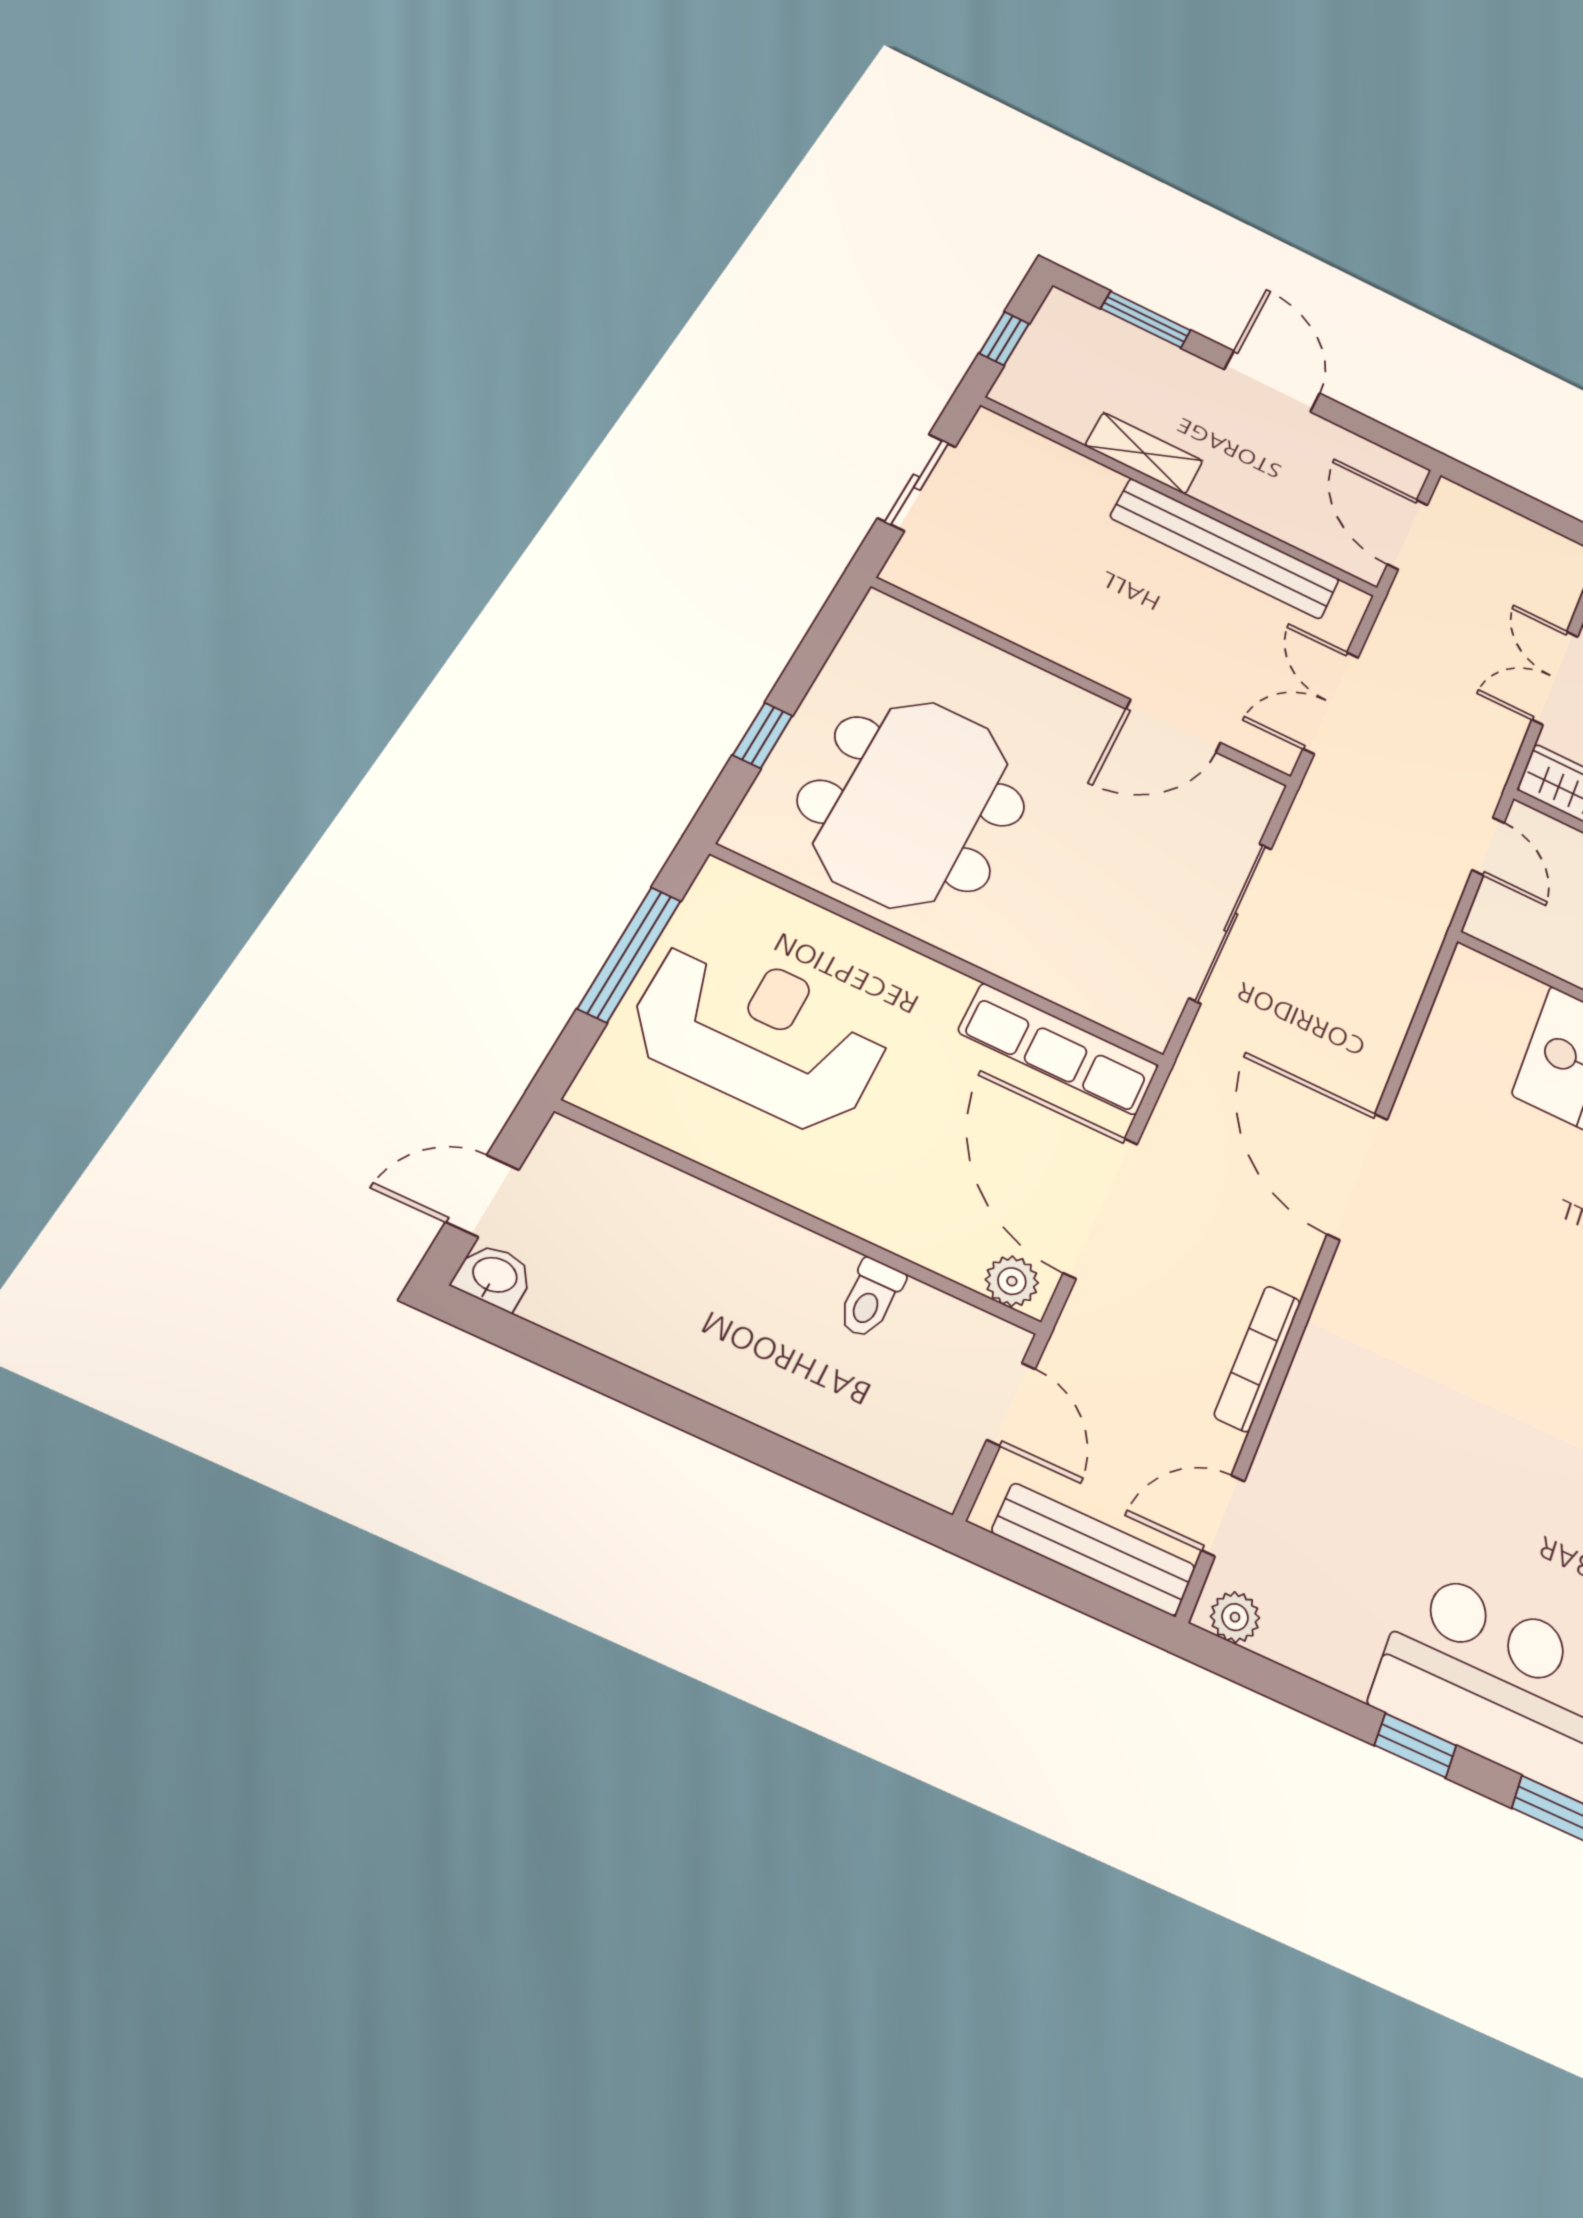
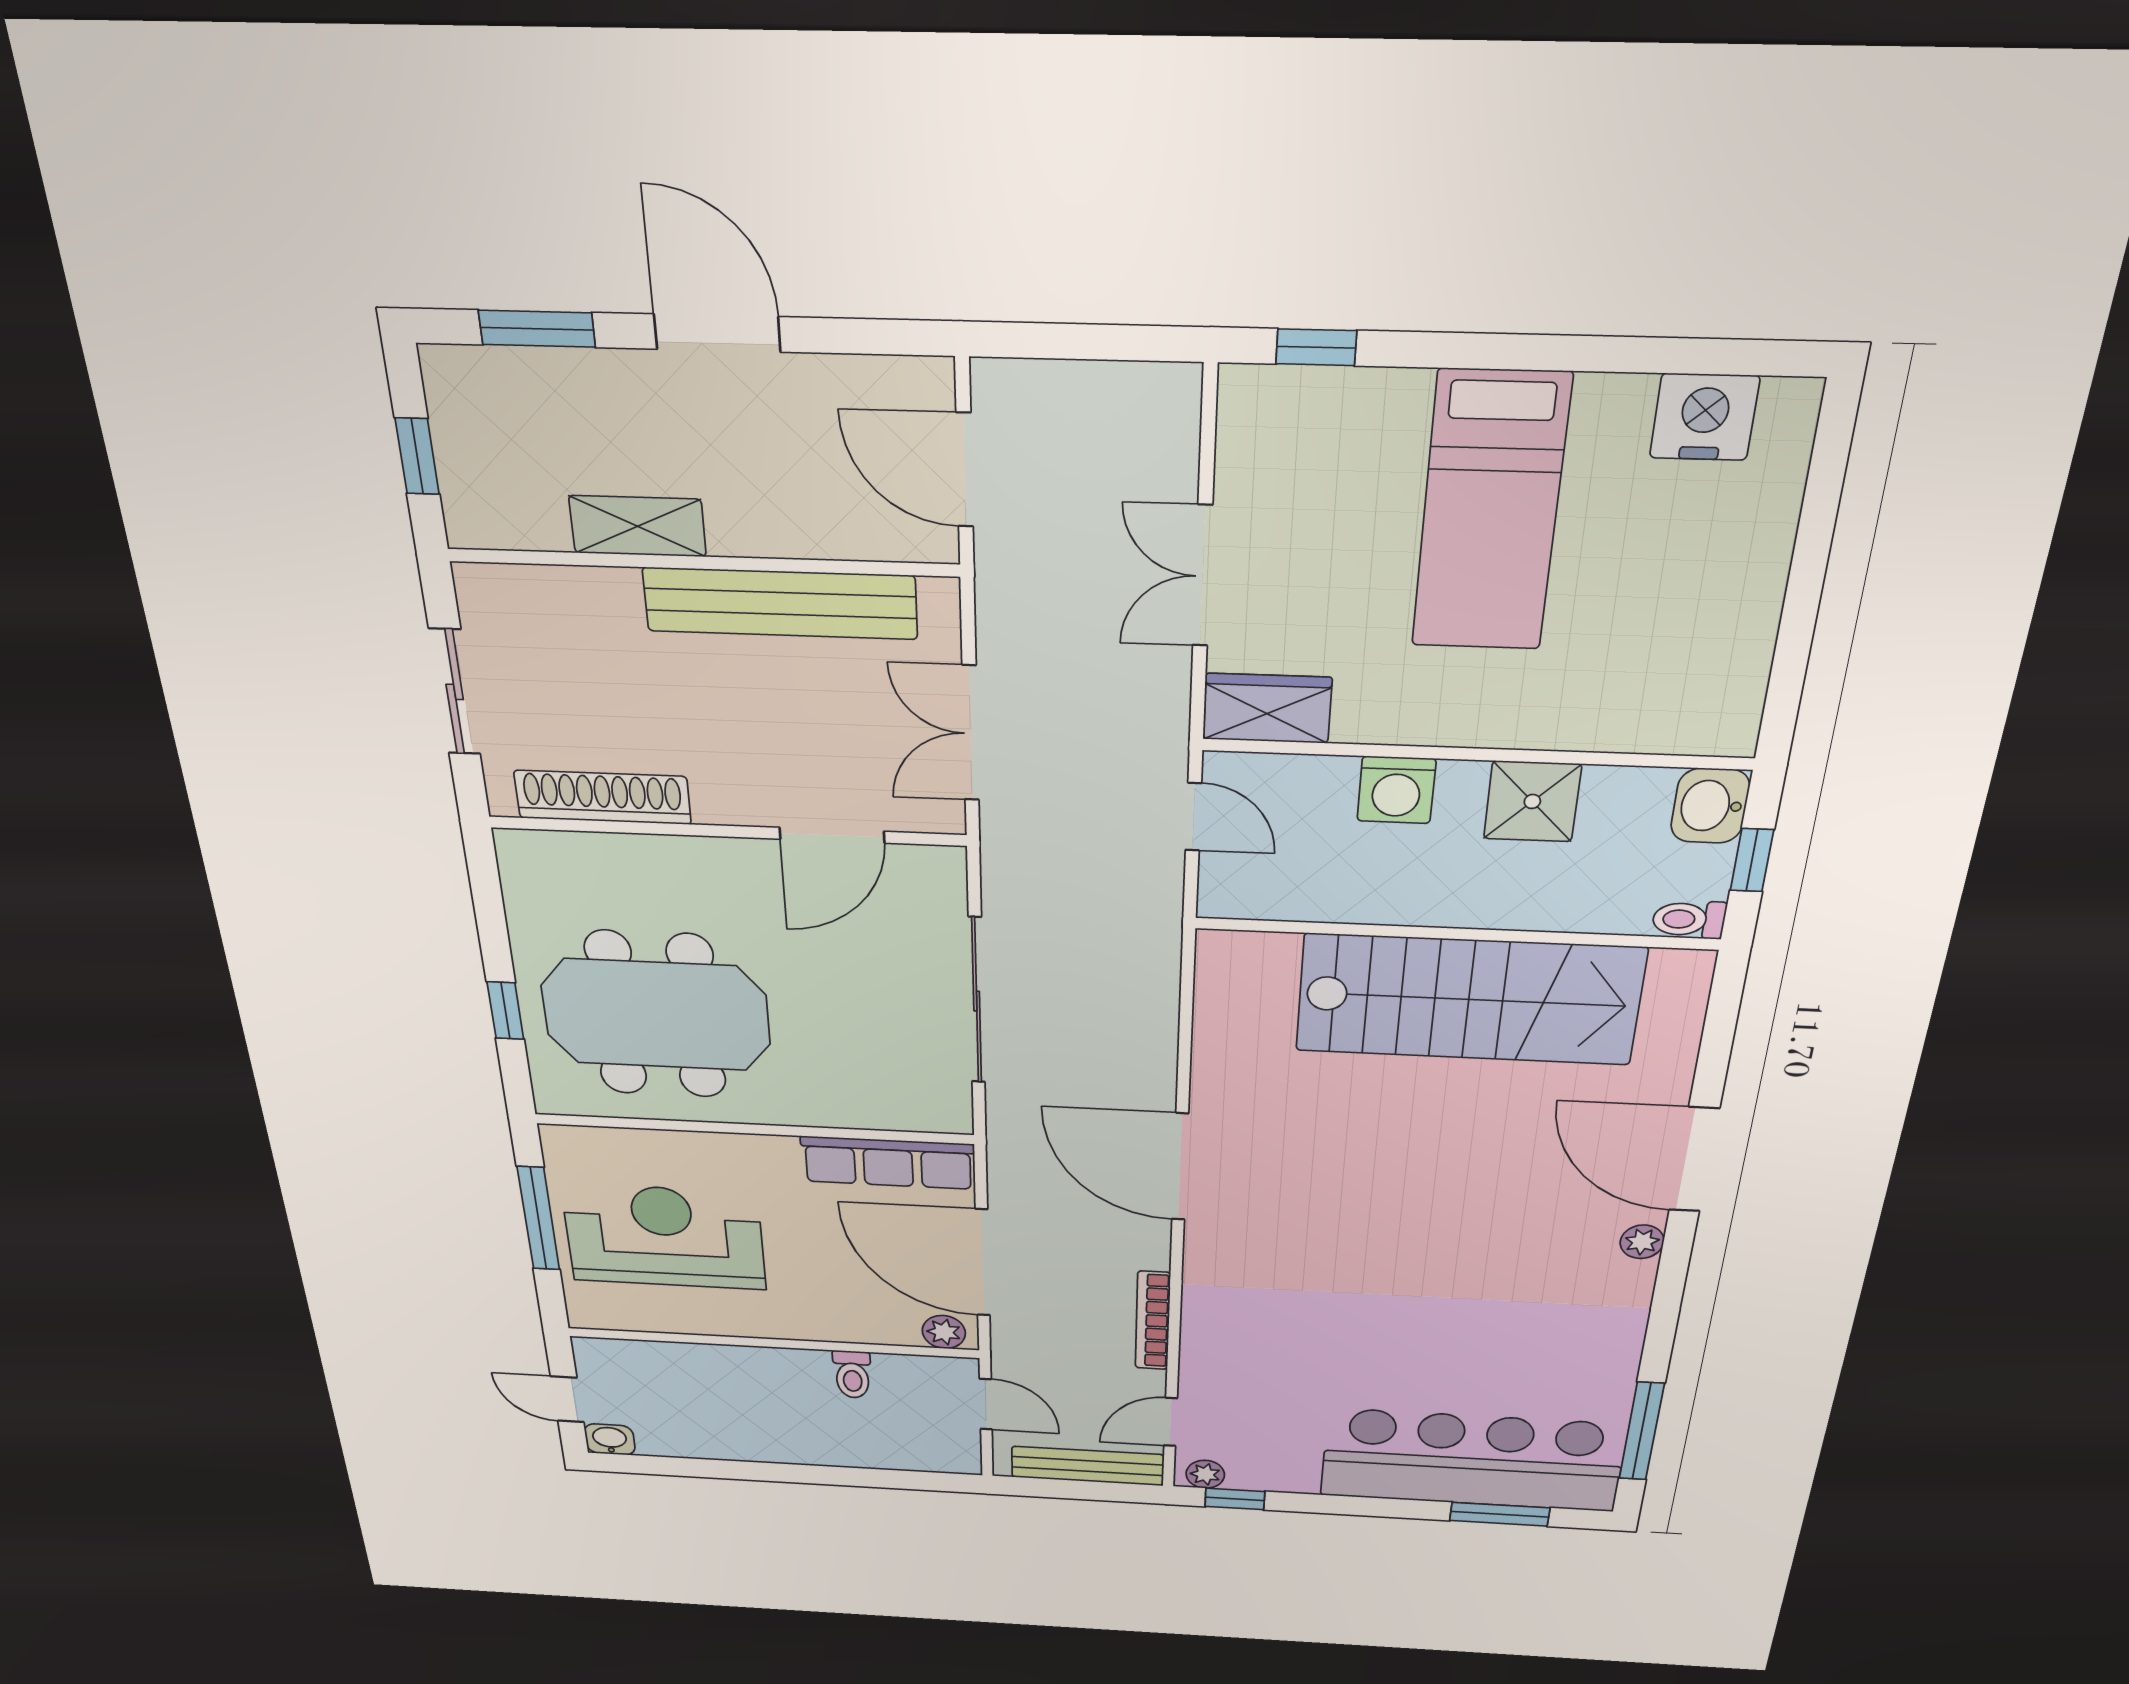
shoe rack: (989, 609) -> (603, 797), added
meeting table: (912, 803) -> (656, 1015), turned 90
door: (483, 1196) -> (567, 1399), hinge flipped
window: (1415, 1745) -> (1235, 1499), moved

